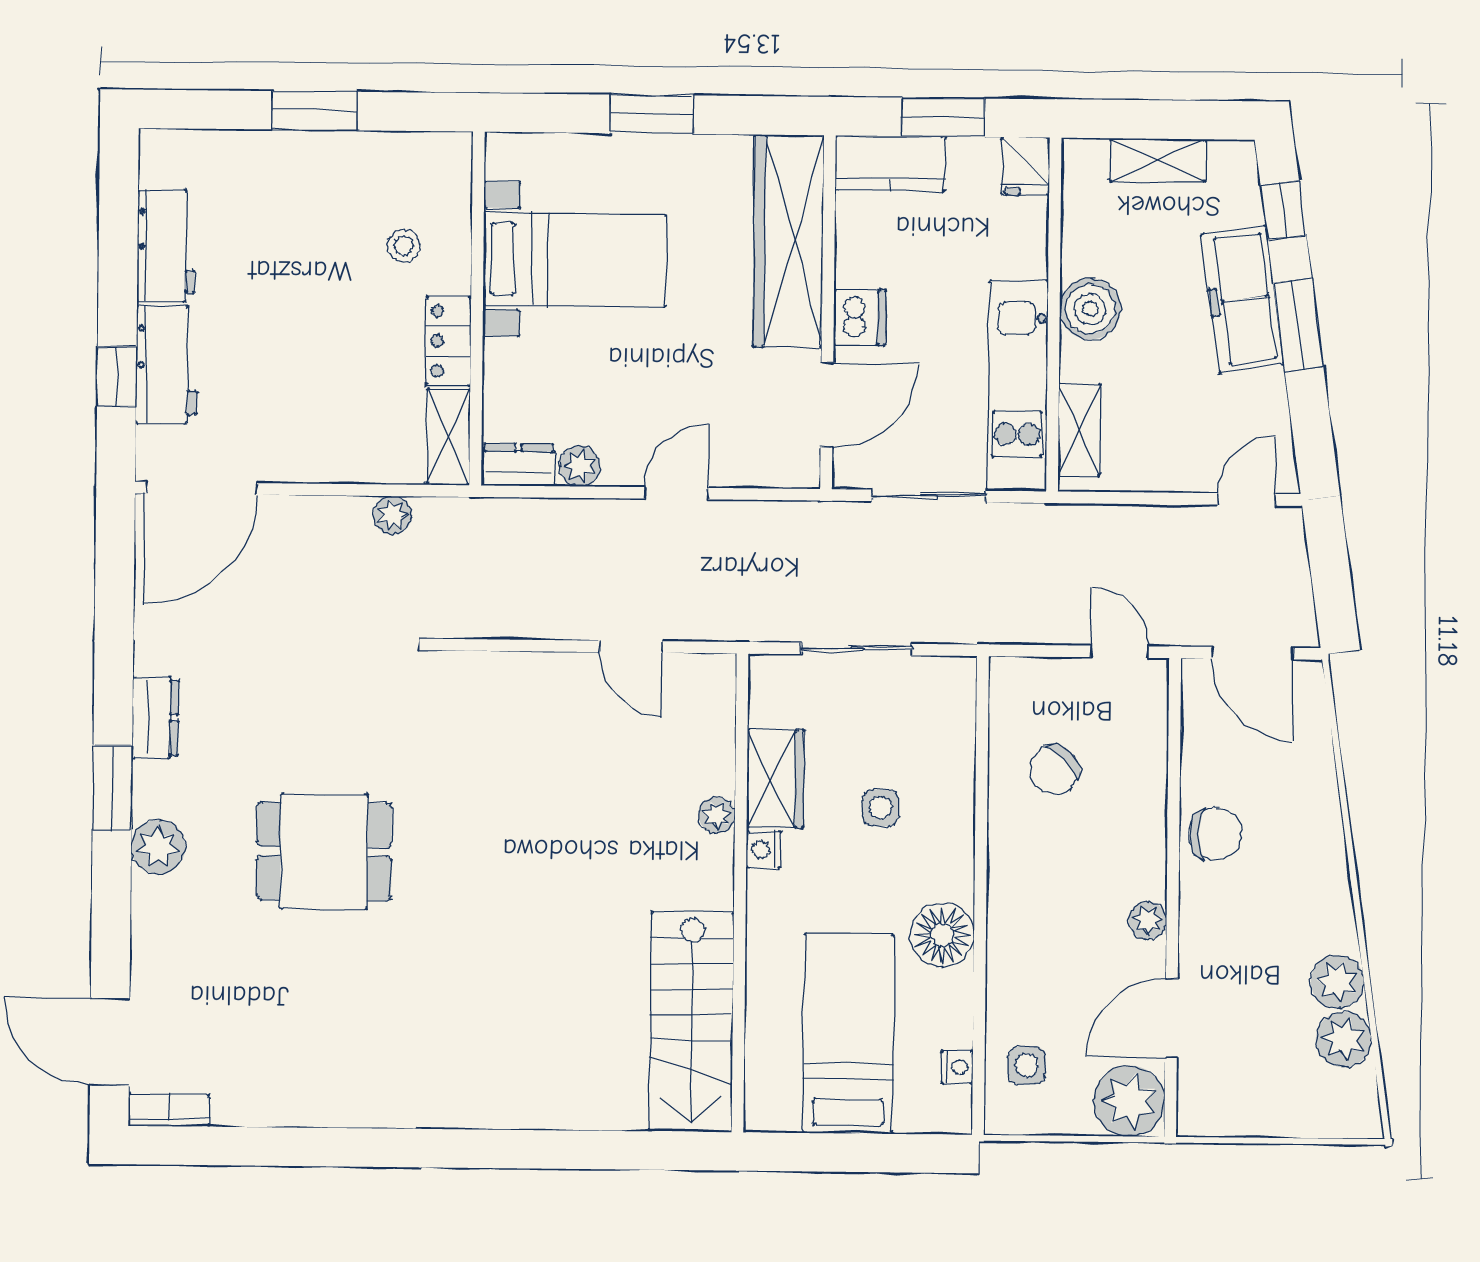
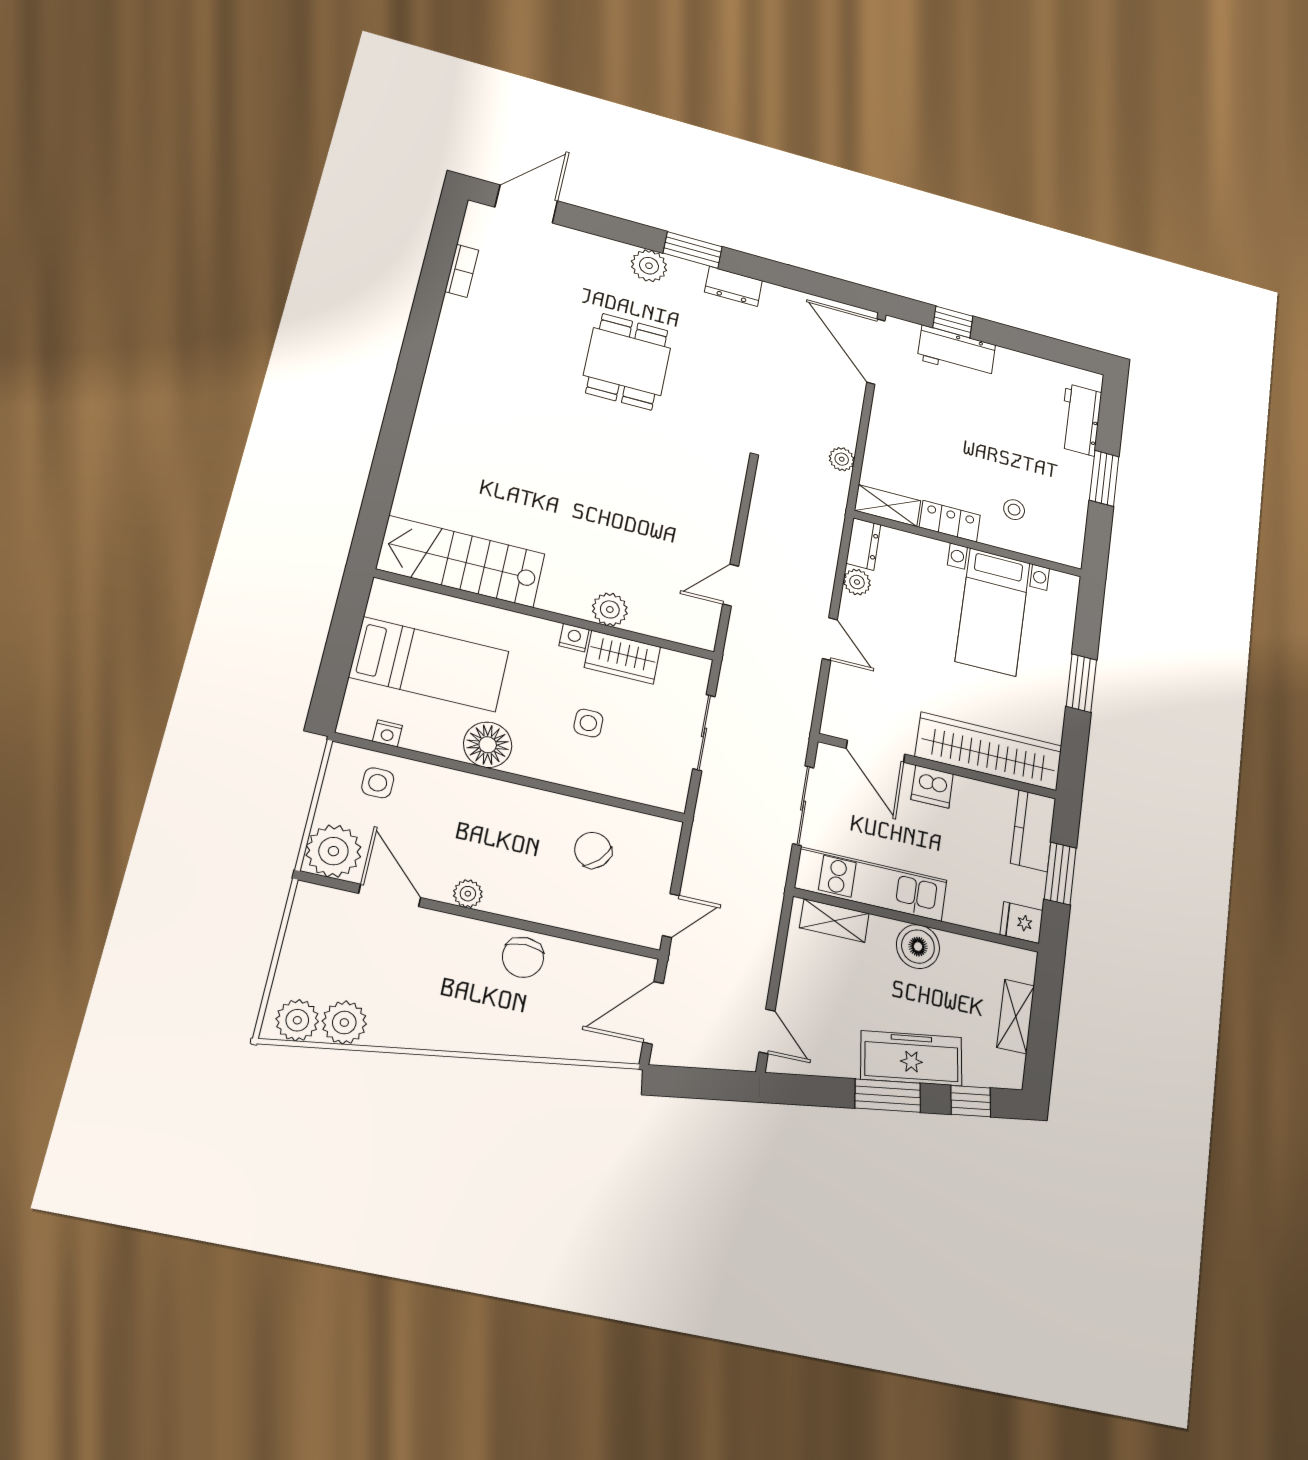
workbench: (166, 246) -> (1080, 420), moved, turned 90
plant: (717, 815) -> (610, 609), width x1.38, depth x1.38
plant: (1337, 982) -> (297, 1020), moved
bookcase: (169, 1110) -> (462, 271), moved

